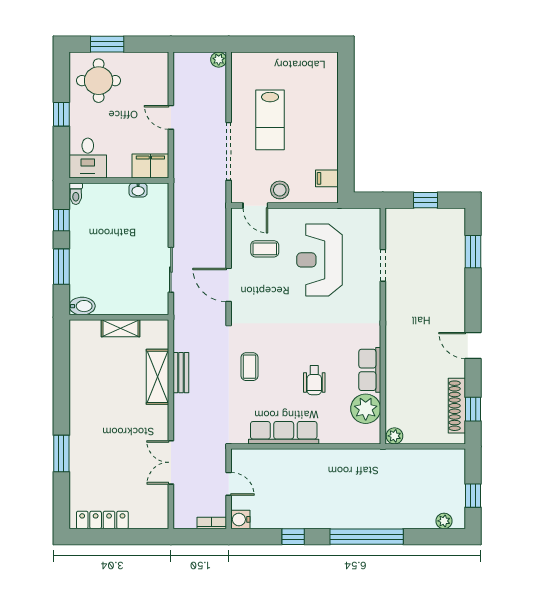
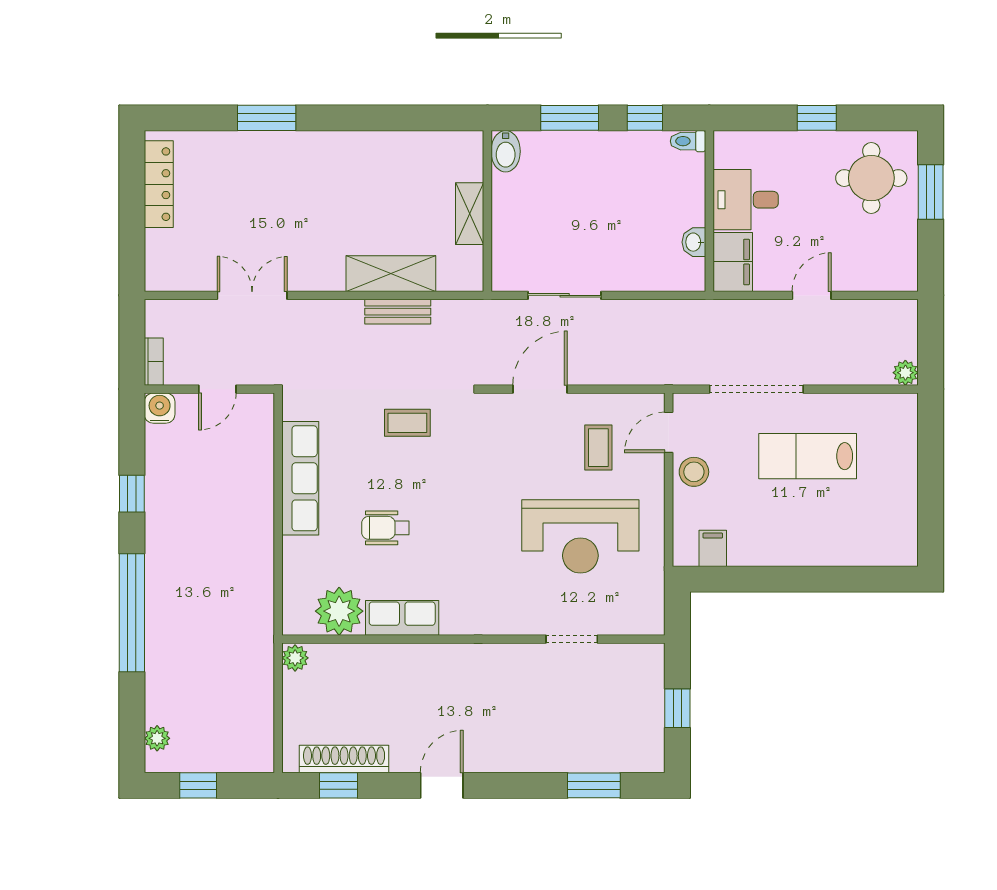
desk: (88, 158) -> (746, 200), moved
reception desk: (320, 260) -> (580, 536), turned 180

